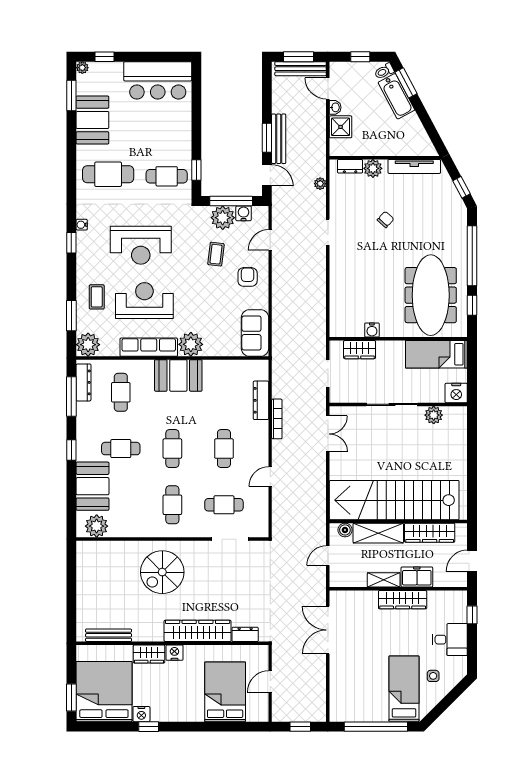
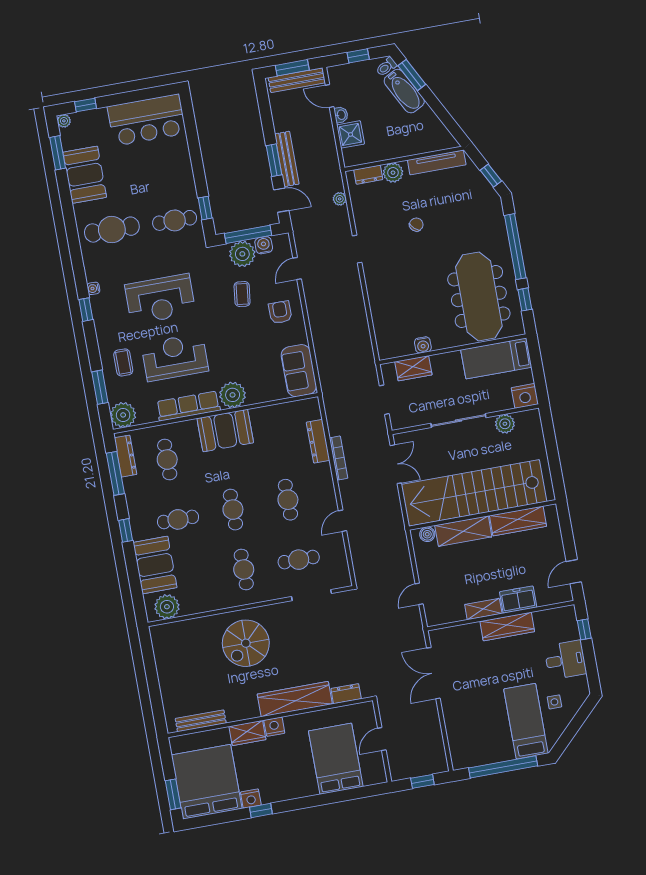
stairs: (394, 500) -> (474, 493), moved
wall: (398, 521) -> (483, 515), moved
boiler: (345, 530) -> (427, 534), moved
shelving: (378, 533) -> (463, 531), moved
wardrobe: (430, 533) -> (518, 521), moved

